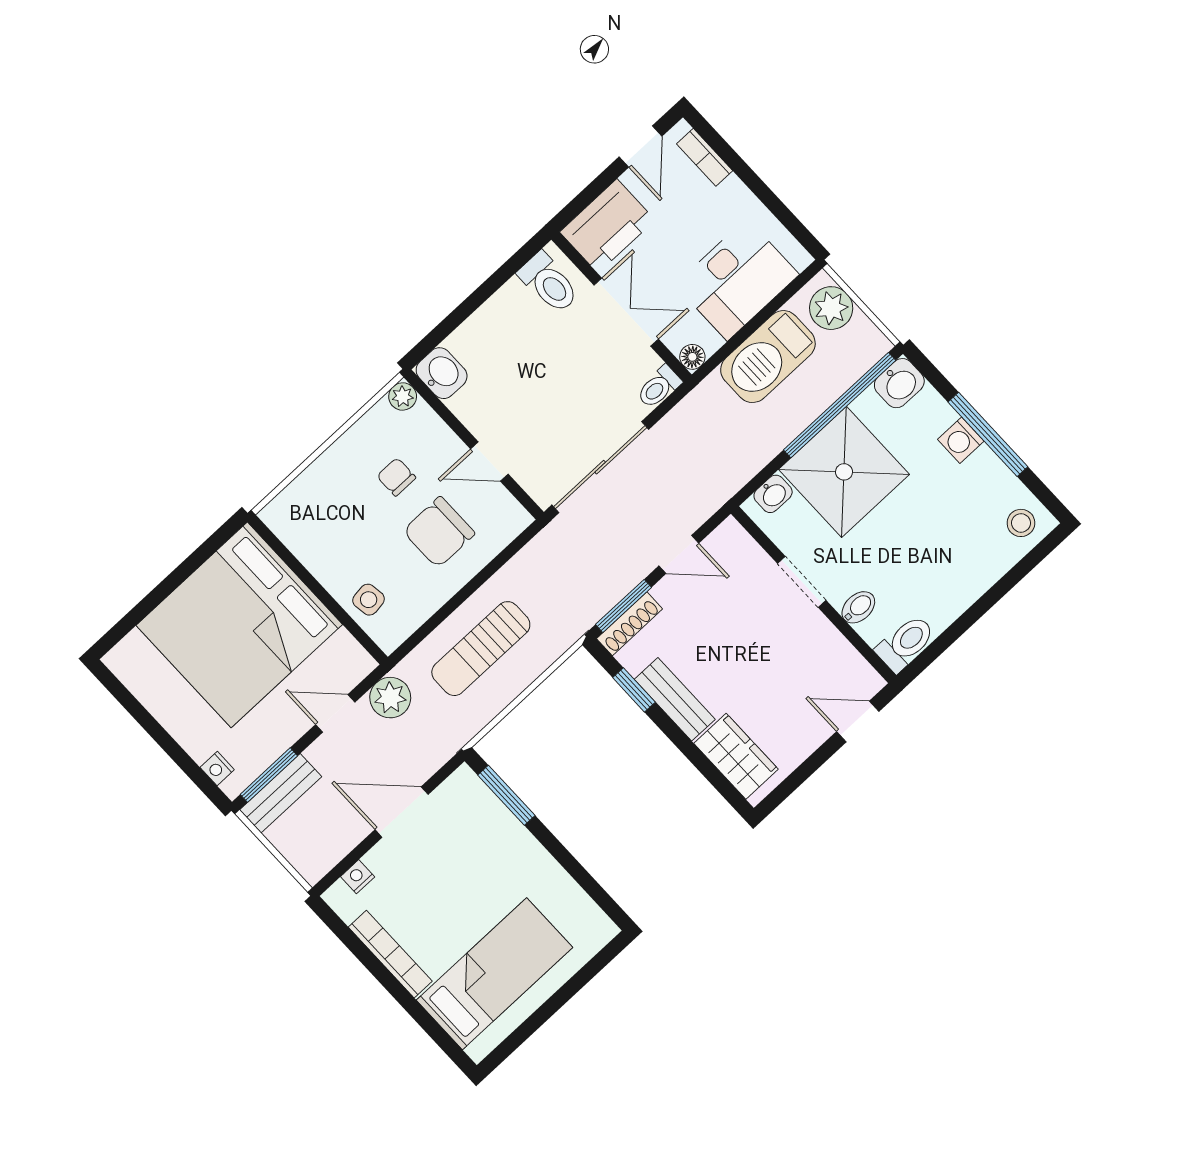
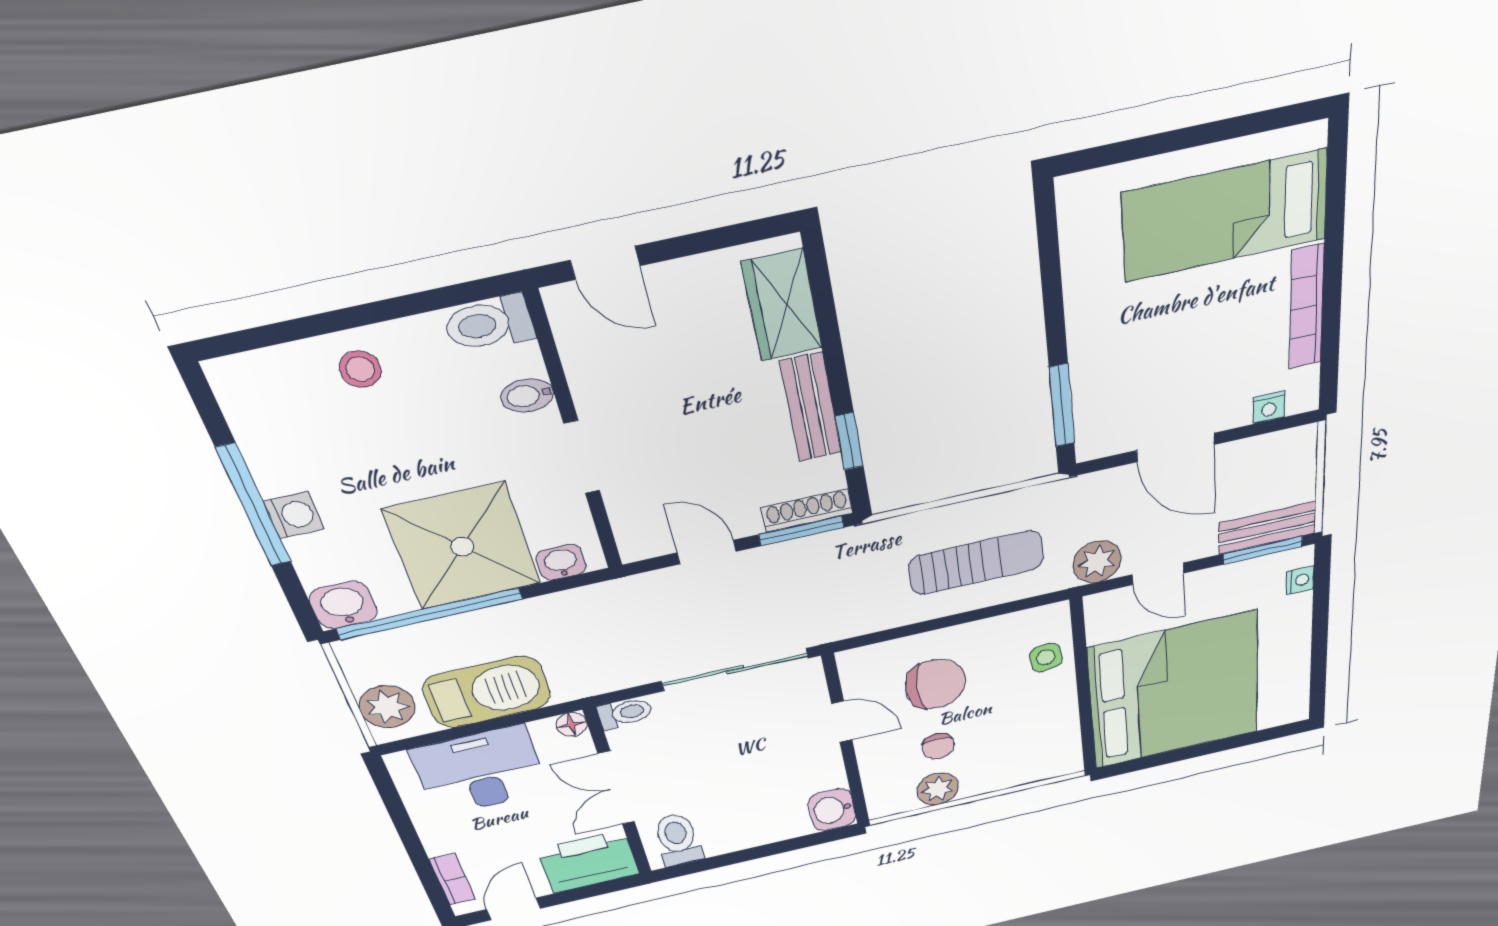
plant: (403, 396) -> (938, 789), moved, width x1.38, depth x1.38
stool: (1021, 523) -> (360, 369), moved

